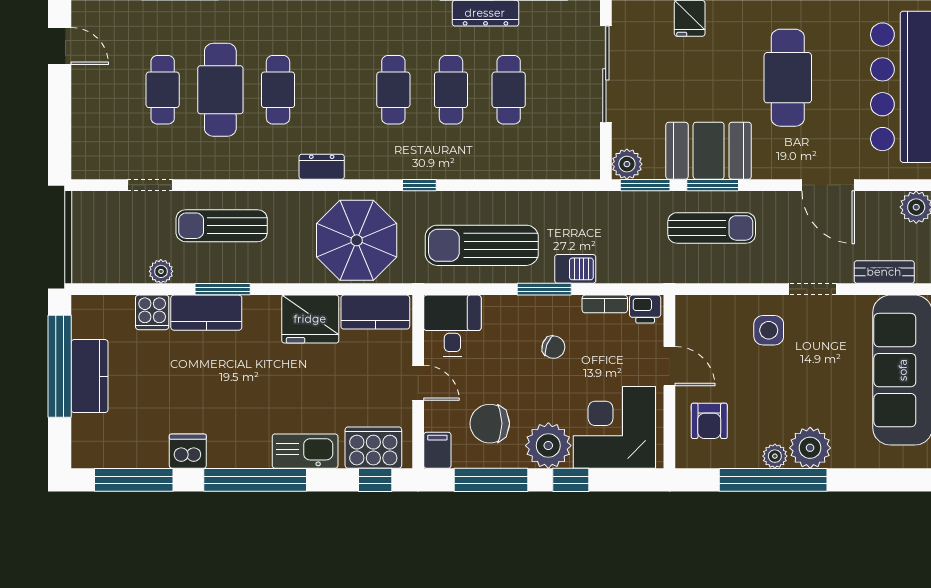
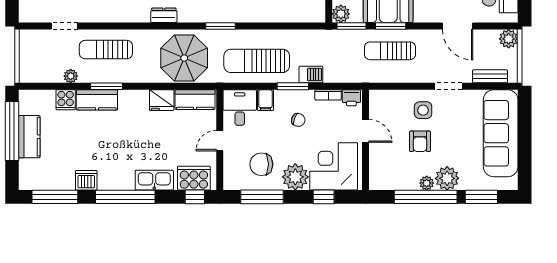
window: (419, 185) -> (221, 26), width x1.50
sun lounger: (712, 228) -> (390, 51), turned 180
fridge: (310, 319) -> (162, 100), width x0.73, depth x0.75
door: (418, 383) -> (220, 141), swing flipped
armchair: (709, 421) -> (420, 141), moved
filing cabinet: (437, 450) -> (265, 100), moved, turned 180
window: (571, 480) -> (324, 197), moved
window: (869, 480) -> (481, 197), added

